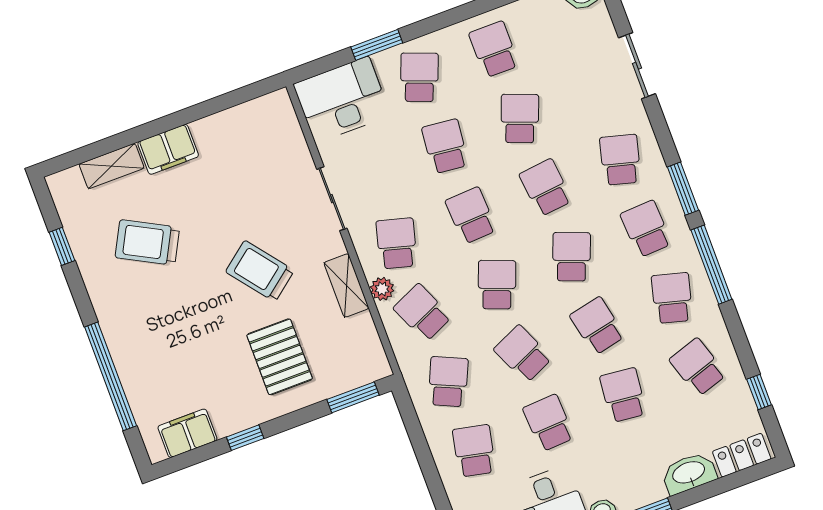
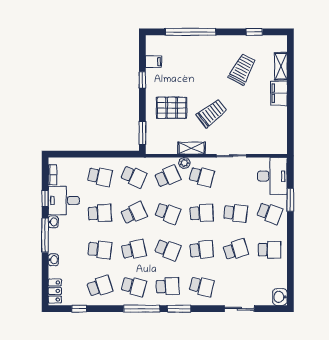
school desk: (520, 118) -> (236, 250), turned -39
filing cabinet: (187, 433) -> (154, 62), width x0.50
washbasin: (689, 473) -> (53, 260), width x0.52, depth x0.69

